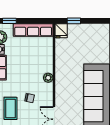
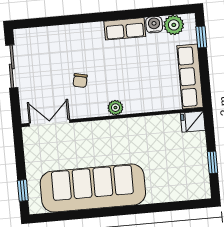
window: (74, 21) -> (212, 162), moved
coffee table: (10, 108) -> (61, 51), removed

